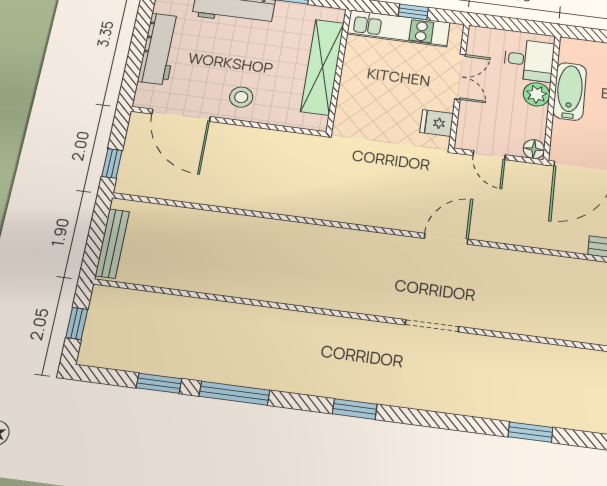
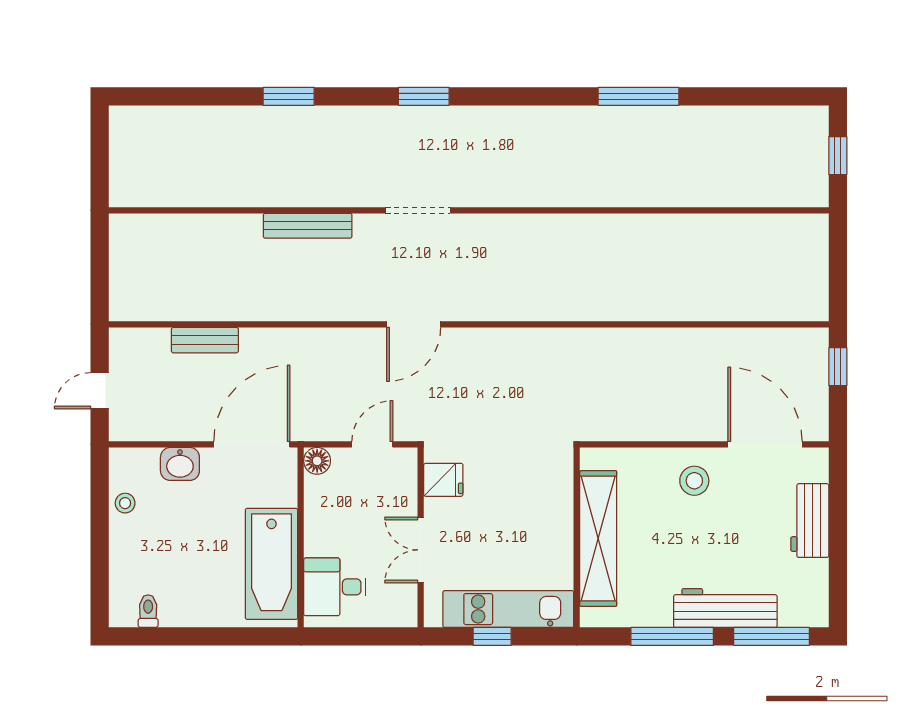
workbench: (159, 49) -> (810, 521), width x0.73
bathtub: (570, 91) -> (271, 564), width x1.36, depth x1.36
plant: (537, 94) -> (321, 539), removed
door: (489, 155) -> (372, 444), hinge flipped
bench: (112, 243) -> (308, 226), moved, turned 90
window: (159, 383) -> (728, 96), removed
window: (355, 409) -> (424, 96), moved

